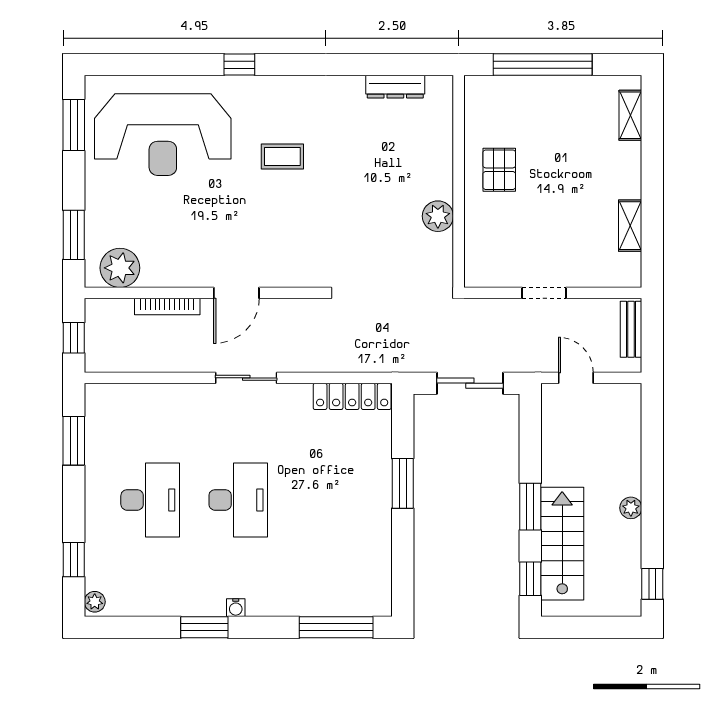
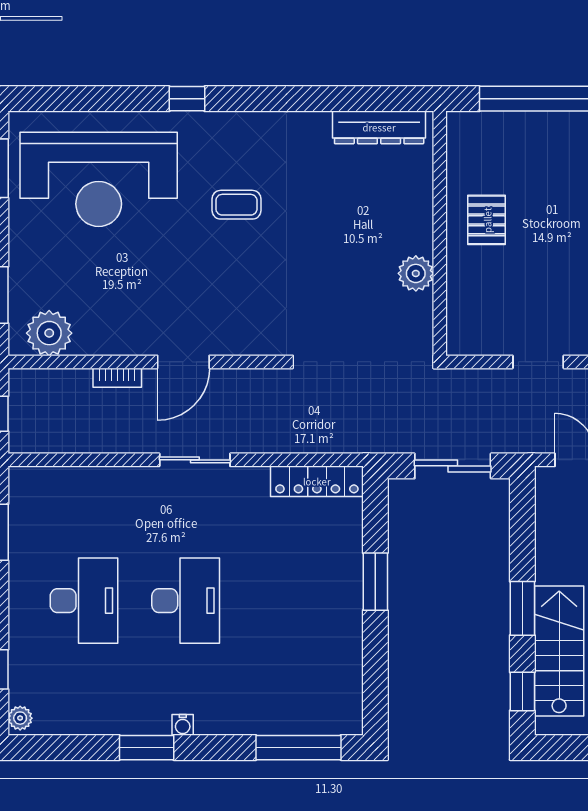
dresser: (395, 87) -> (379, 127), width x1.37, depth x1.24
bookcase: (167, 307) -> (117, 378), width x0.64

